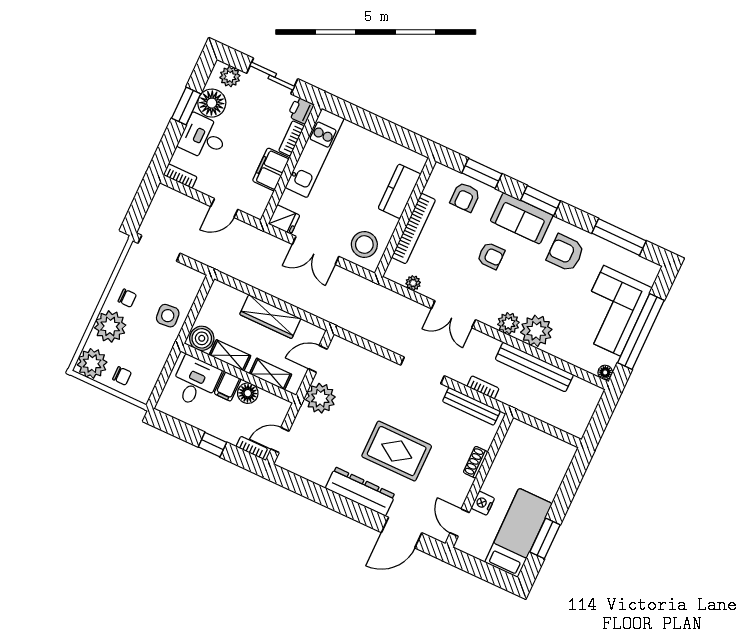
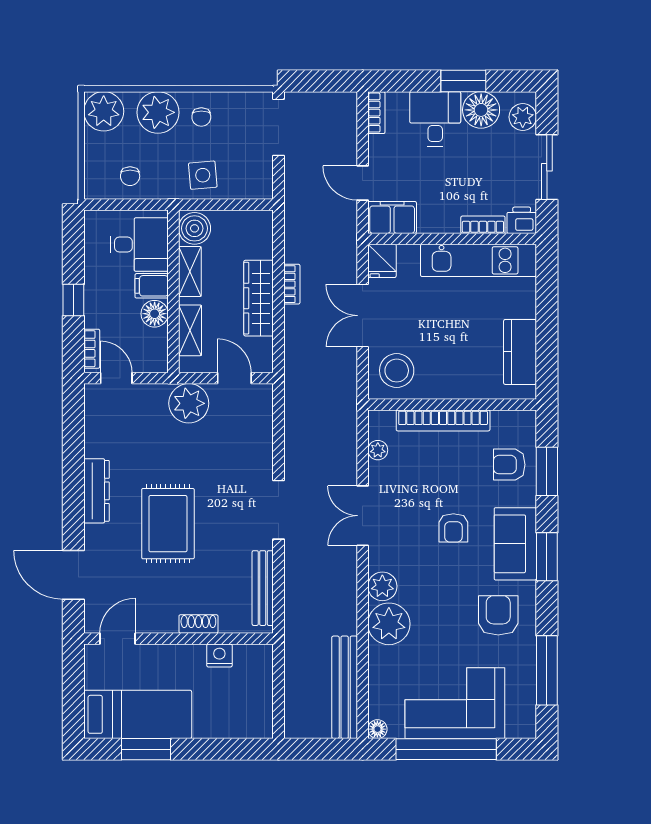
filing cabinet: (271, 169) -> (392, 217), moved
kitchen counter: (399, 191) -> (520, 352), moved, turned -90
bench: (534, 367) -> (345, 687), moved
chair: (122, 376) -> (130, 176), moved
bookcase: (483, 387) -> (292, 284), moved
dresser: (360, 491) -> (96, 491), width x0.73, depth x0.80
nightstand: (483, 503) -> (219, 655), moved

